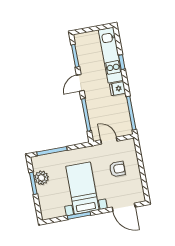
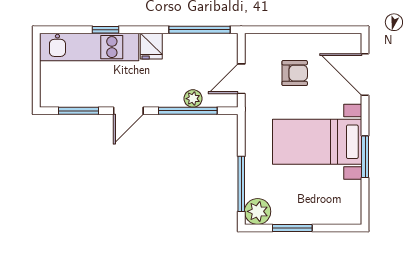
door: (80, 83) -> (128, 111), hinge flipped
plant: (93, 116) -> (193, 99), added
armchair: (117, 169) -> (295, 73), turned 90
plant: (41, 178) -> (258, 211), moved
door: (124, 207) -> (365, 74), swing flipped

